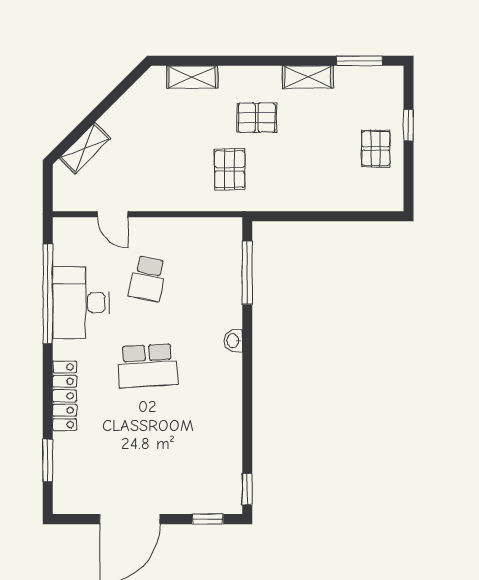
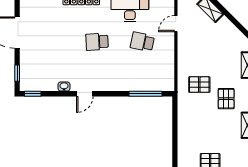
washbasin: (233, 341) -> (64, 86), moved
school desk: (147, 366) -> (97, 42), width x0.54
door: (247, 389) -> (85, 94), added

